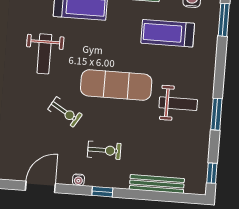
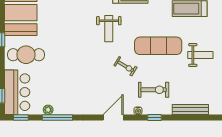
exercise bike: (104, 150) -> (154, 90), width x1.38, depth x1.39

